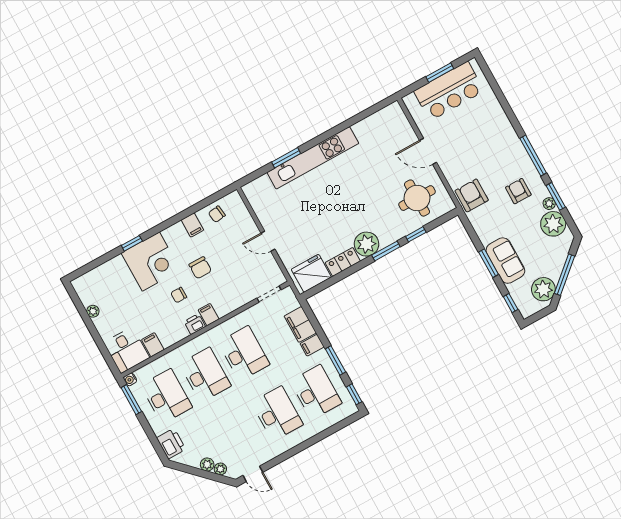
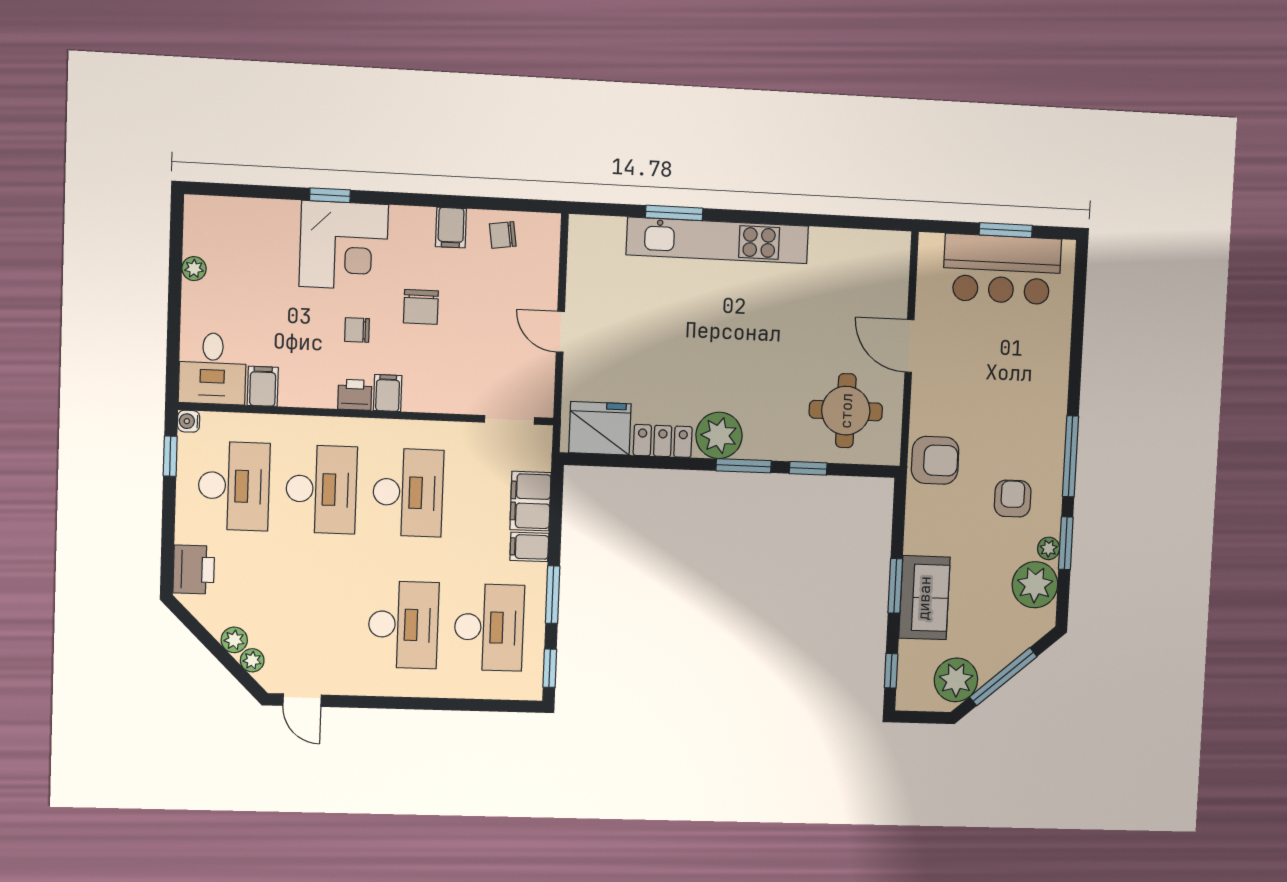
armchair: (472, 195) -> (935, 460), turned 90
window: (131, 400) -> (170, 456), width x0.67

